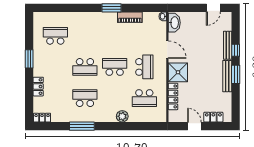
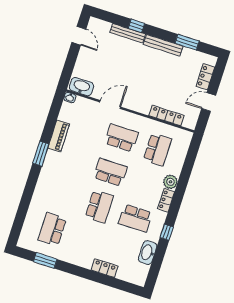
window: (29, 59) -> (45, 260), moved
school desk: (115, 67) -> (110, 172), turned 90
shower: (178, 72) -> (140, 101), removed
window: (236, 74) -> (187, 42), moved
school desk: (85, 98) -> (135, 218), turned -90
washbasin: (61, 116) -> (148, 253), added
locker: (42, 118) -> (166, 200), moved
window: (82, 126) -> (167, 232), width x0.46

